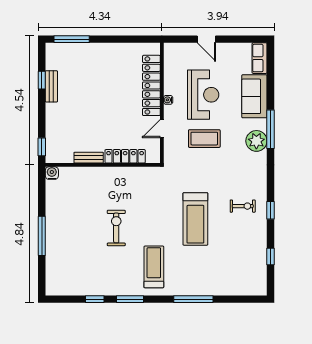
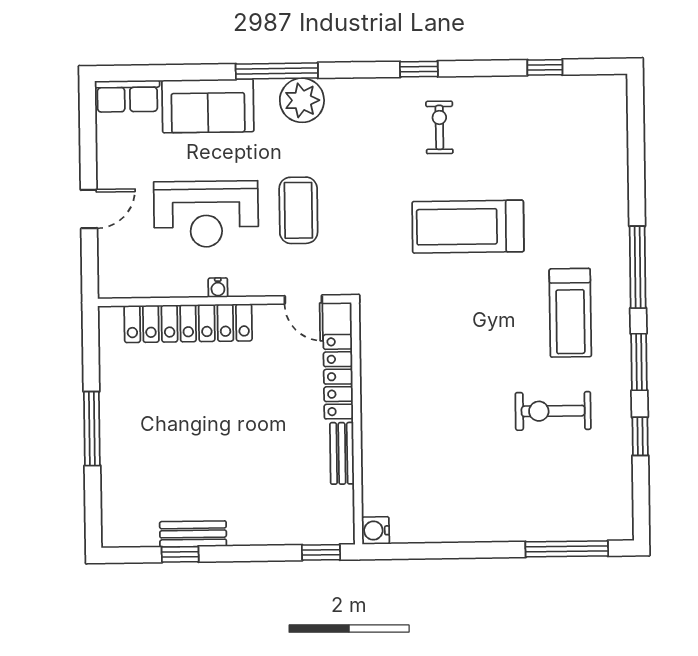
window: (72, 39) -> (92, 429), moved
reception desk: (203, 95) -> (206, 214), turned 180
door: (162, 129) -> (303, 300), moved
window: (271, 210) -> (419, 69), moved
treadmill: (195, 219) -> (468, 227), turned 180
exercise bike: (116, 228) -> (553, 411), moved
window: (42, 236) -> (567, 549), moved
treadmill: (154, 267) -> (570, 313), turned -90
window: (193, 299) -> (638, 267), moved

